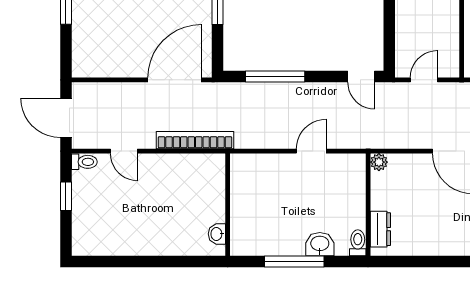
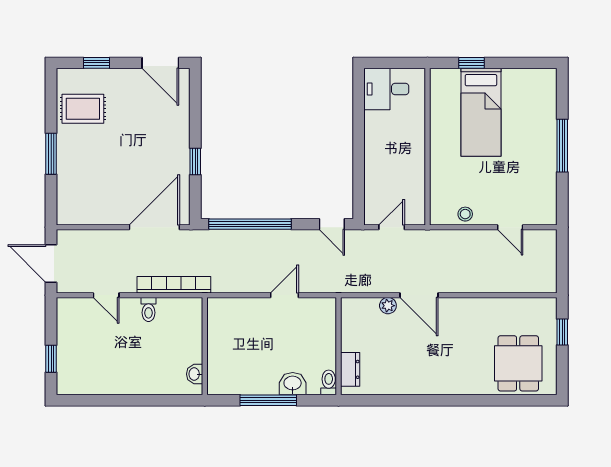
window: (275, 76) -> (250, 224), width x1.46
toilet: (84, 162) -> (149, 309), moved, turned 90
plant: (379, 162) -> (388, 306), moved
window: (66, 196) -> (51, 359), moved

